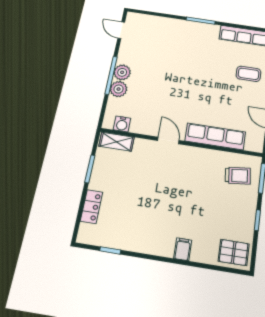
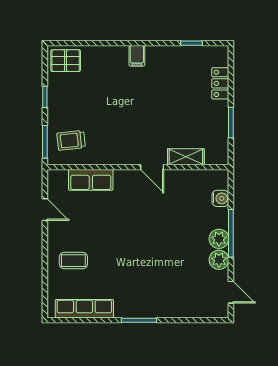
plant: (119, 89) -> (219, 260), moved
water cooler: (122, 124) -> (220, 198), moved, turned 90
row of seats: (215, 136) -> (91, 180), width x0.68
shelving: (117, 142) -> (186, 157), moved
filing cabinet: (183, 249) -> (137, 56), moved

